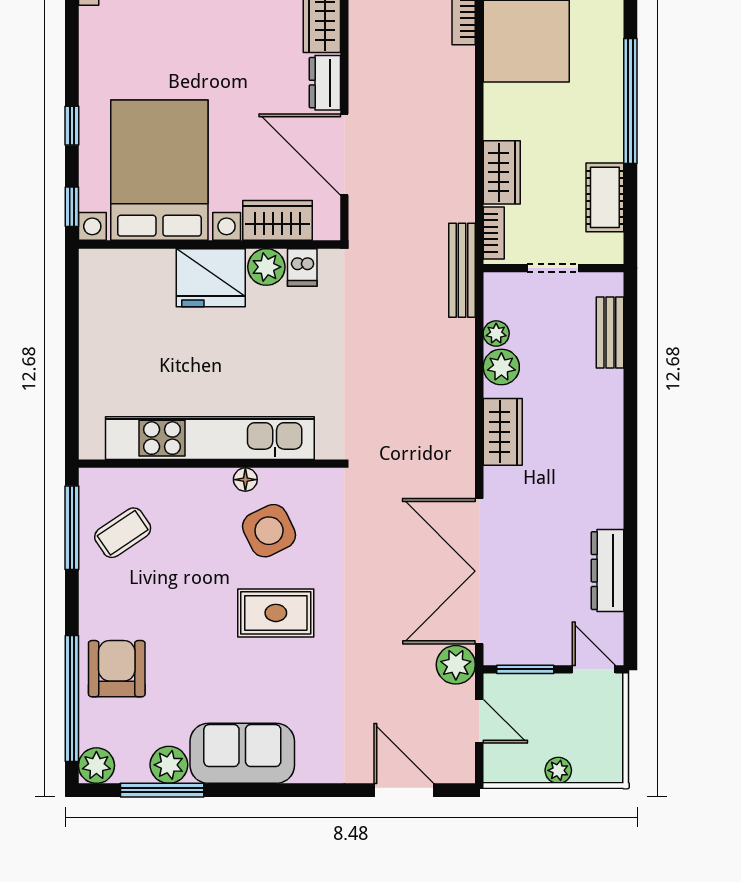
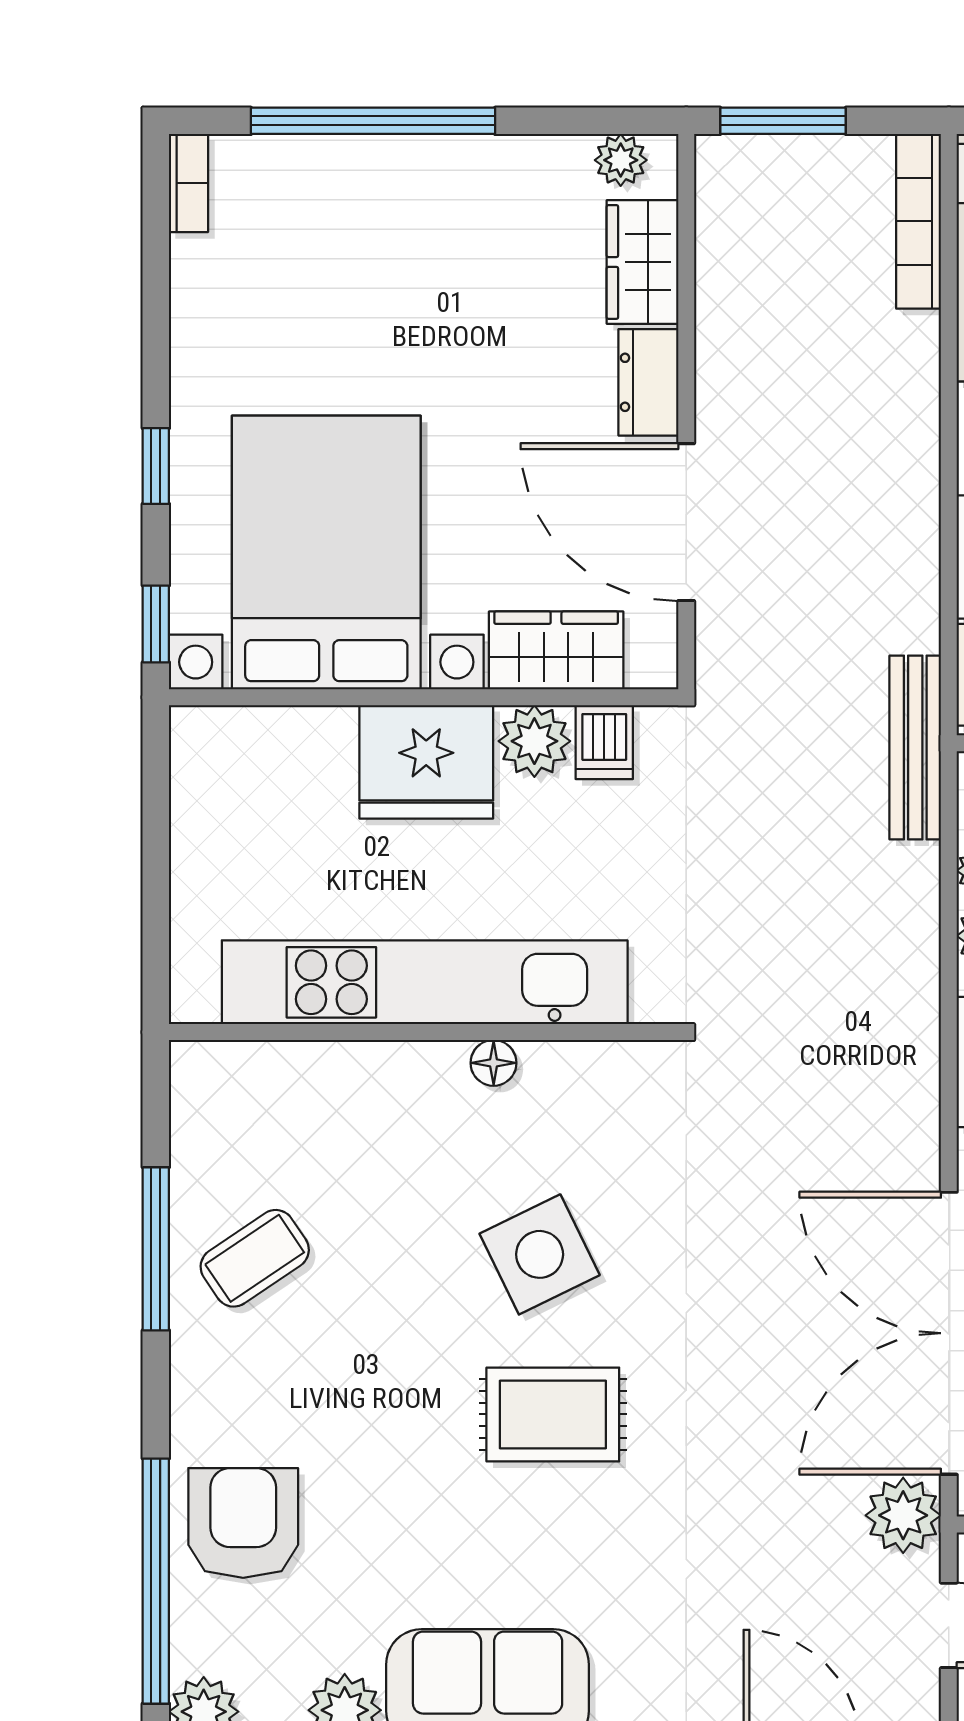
kitchen unit: (210, 438) -> (425, 982), moved
wall: (209, 464) -> (424, 1032), moved
floor lamp: (245, 480) -> (494, 1063), moved

